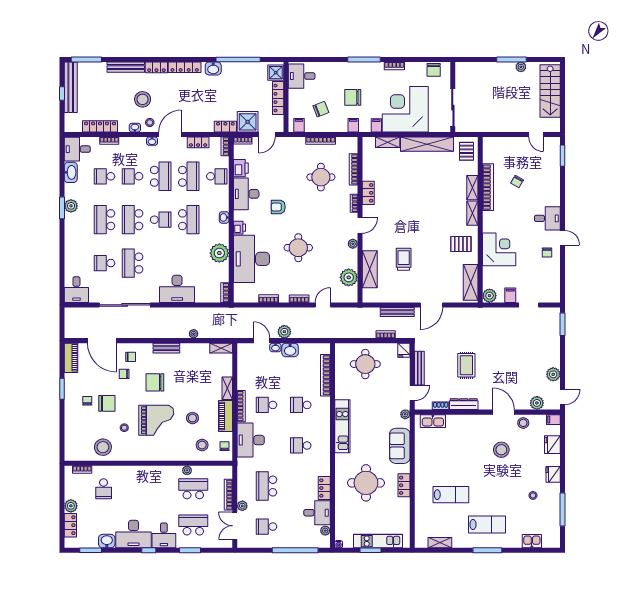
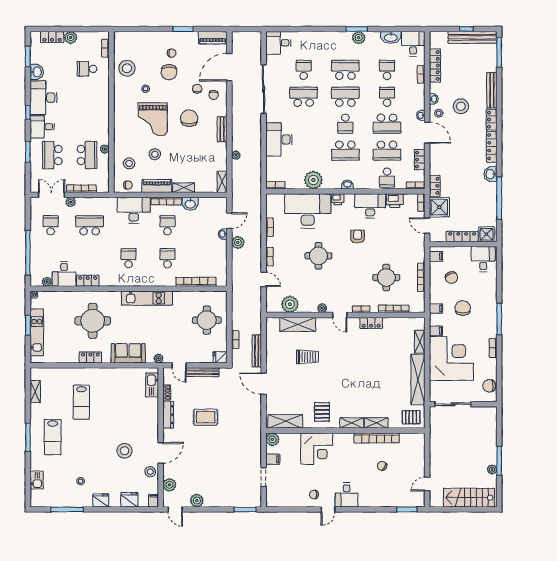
washbasin: (290, 350) -> (190, 204), moved, turned -90
school desk: (193, 525) -> (52, 155), turned 180

